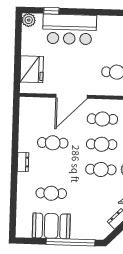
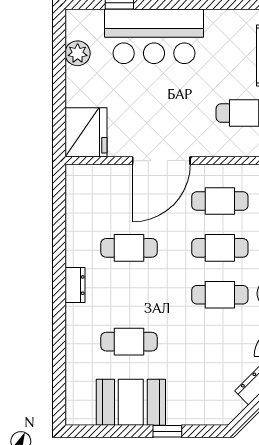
plant: (29, 20) -> (78, 53), moved
fridge: (32, 69) -> (86, 132), moved
window: (70, 242) -> (167, 431), width x0.32

